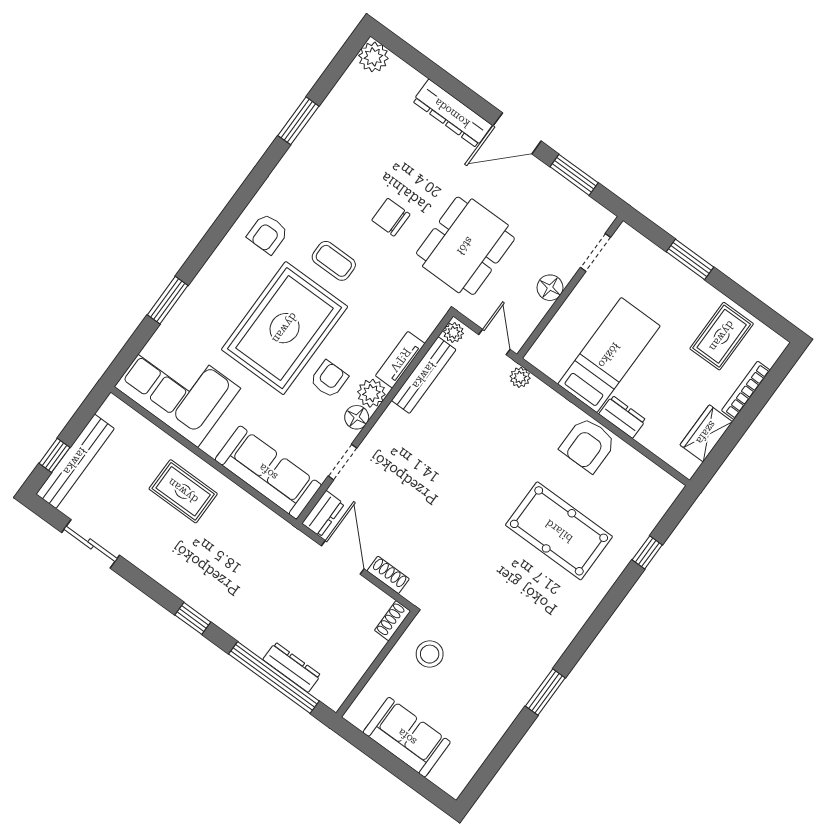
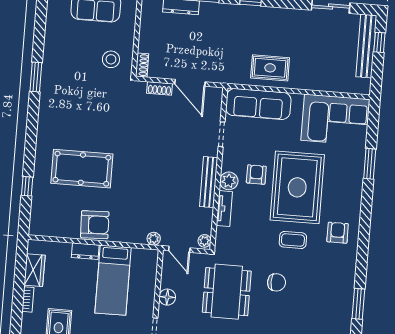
bench: (424, 375) -> (209, 182), moved
armchair: (329, 379) -> (256, 175), turned 180
bookcase: (746, 390) -> (28, 299), width x0.64
floor lamp: (357, 417) -> (229, 163), removed
armchair: (588, 445) -> (95, 225), turned 88
rug: (183, 491) -> (270, 68), moved
dresser: (323, 514) -> (215, 100), removed

